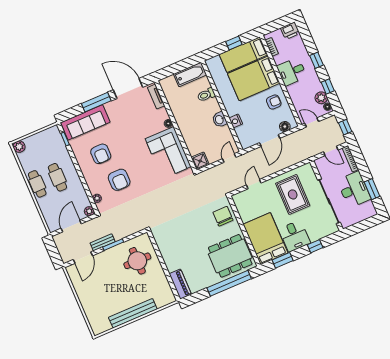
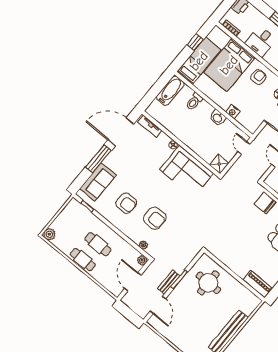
bed: (243, 55) -> (199, 61), moved, turned 180
sofa: (85, 122) -> (98, 182), width x0.73

